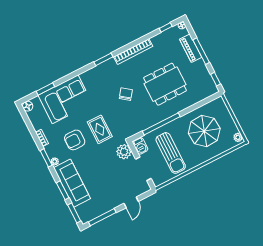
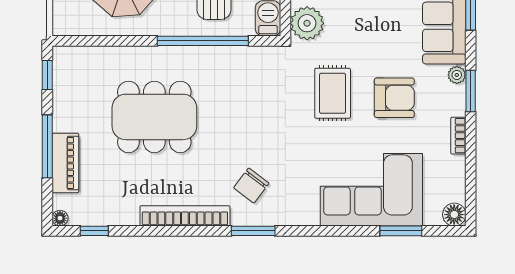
chair: (126, 94) -> (251, 186), moved

